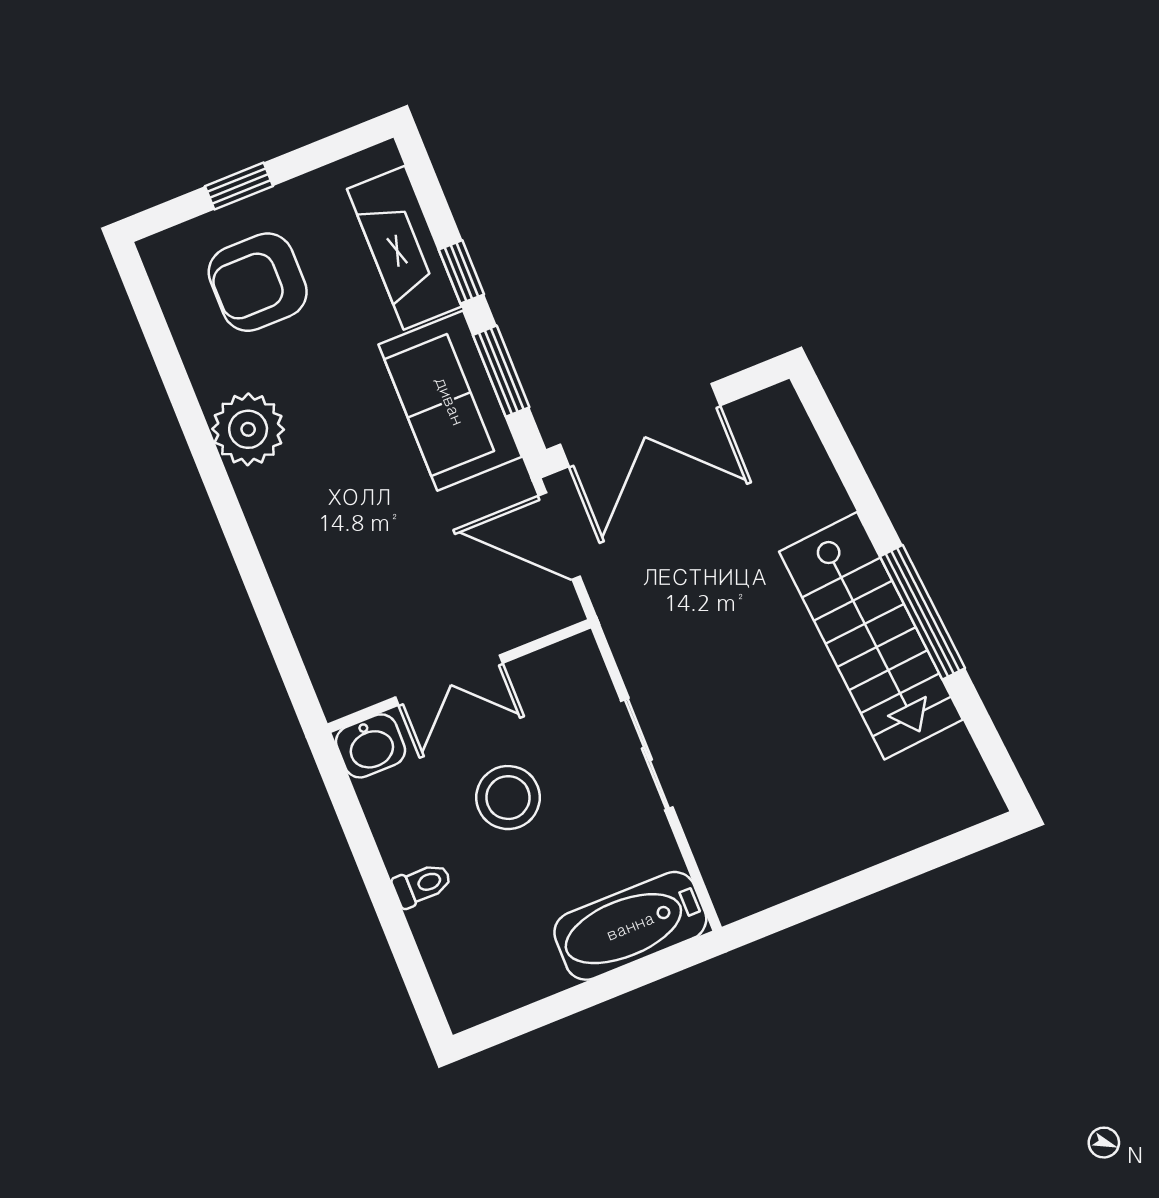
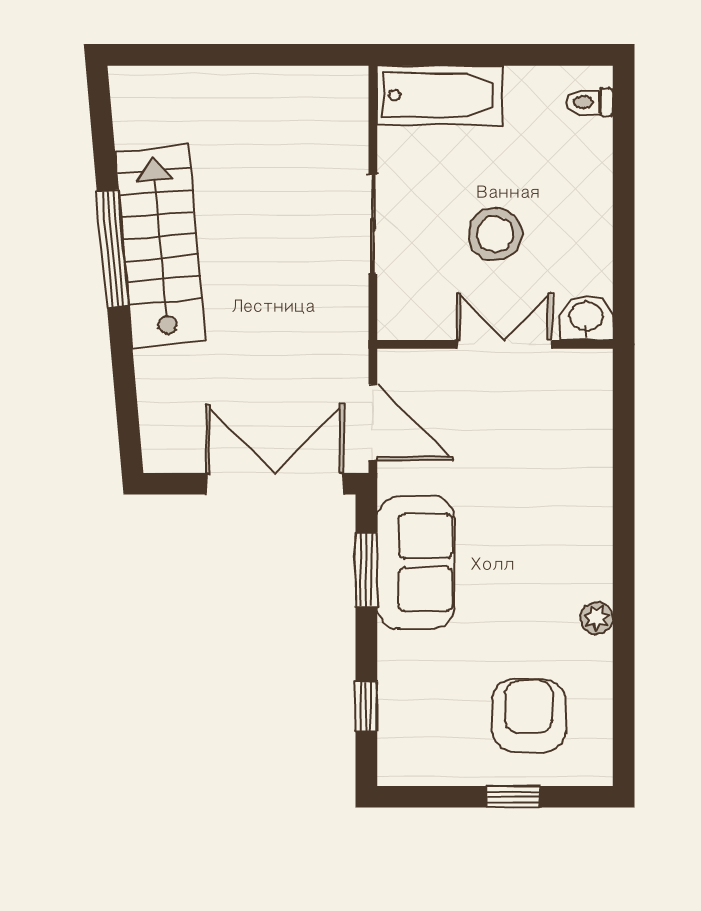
fireplace: (404, 248) -> (403, 697), removed
window: (461, 272) -> (366, 706), moved
armchair: (258, 282) -> (529, 716), turned -90
plant: (248, 429) -> (597, 618), width x0.53, depth x0.53
toilet: (422, 885) -> (590, 102), moved

